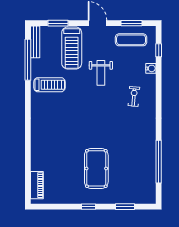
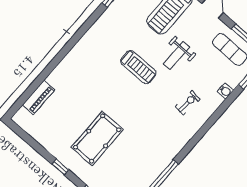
treadmill: (49, 85) -> (138, 67), moved
piano: (37, 185) -> (39, 97), moved

